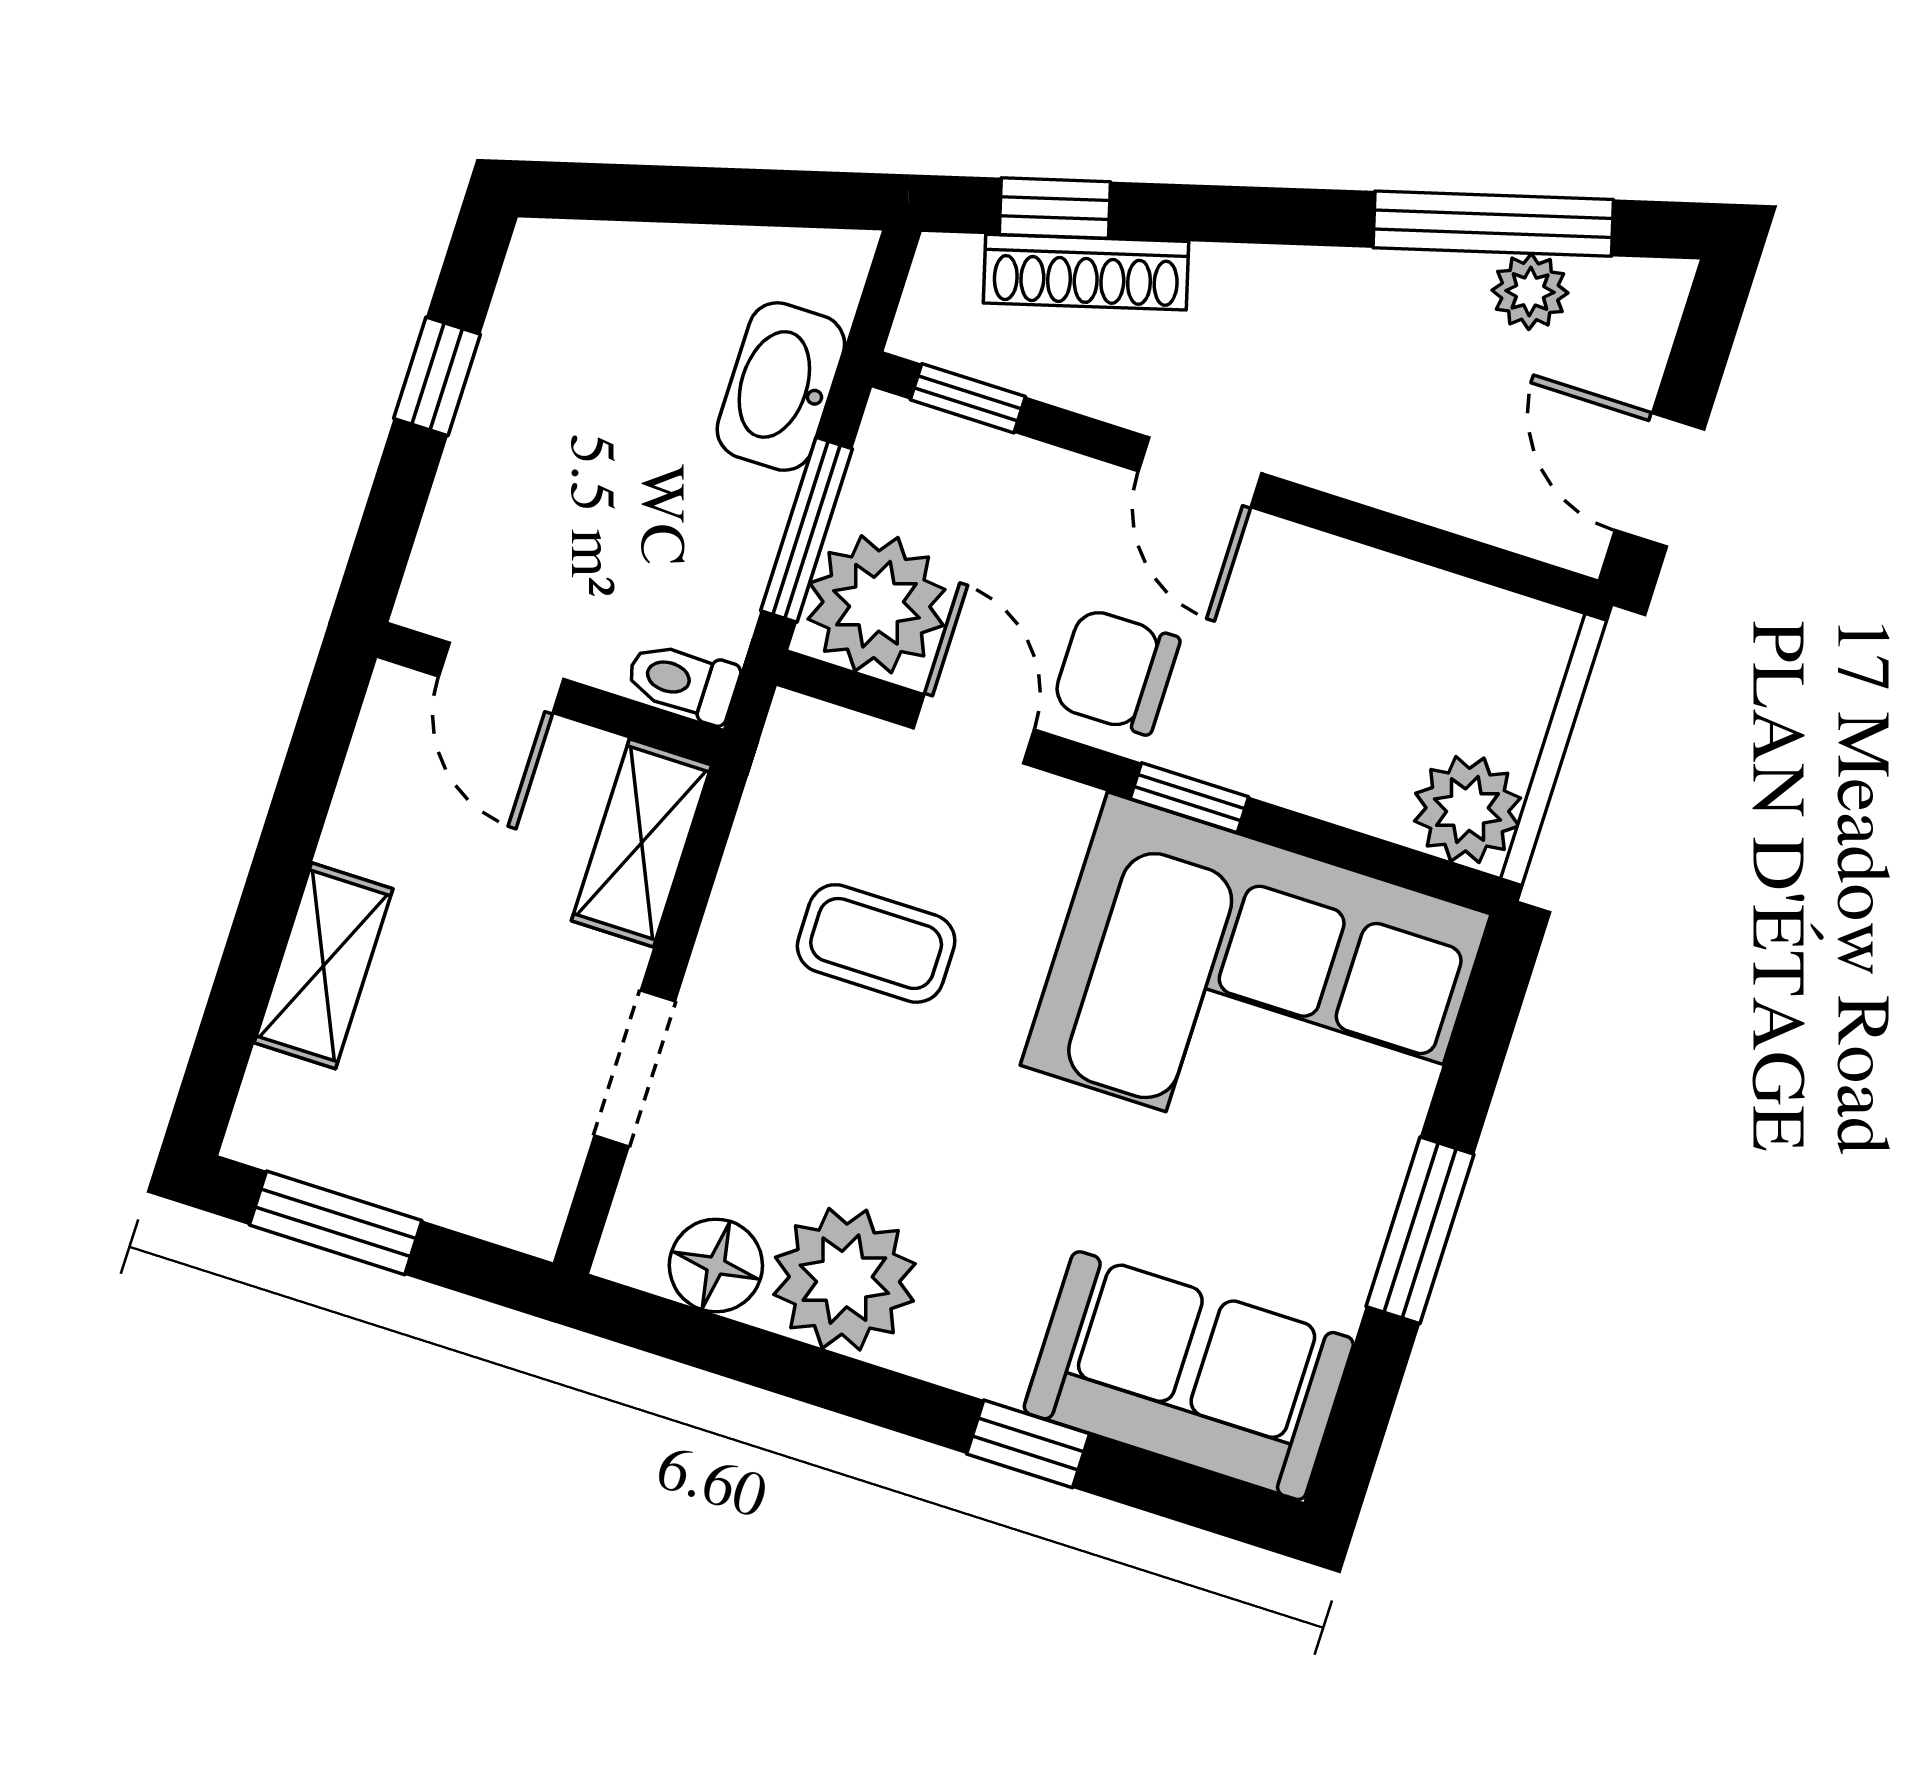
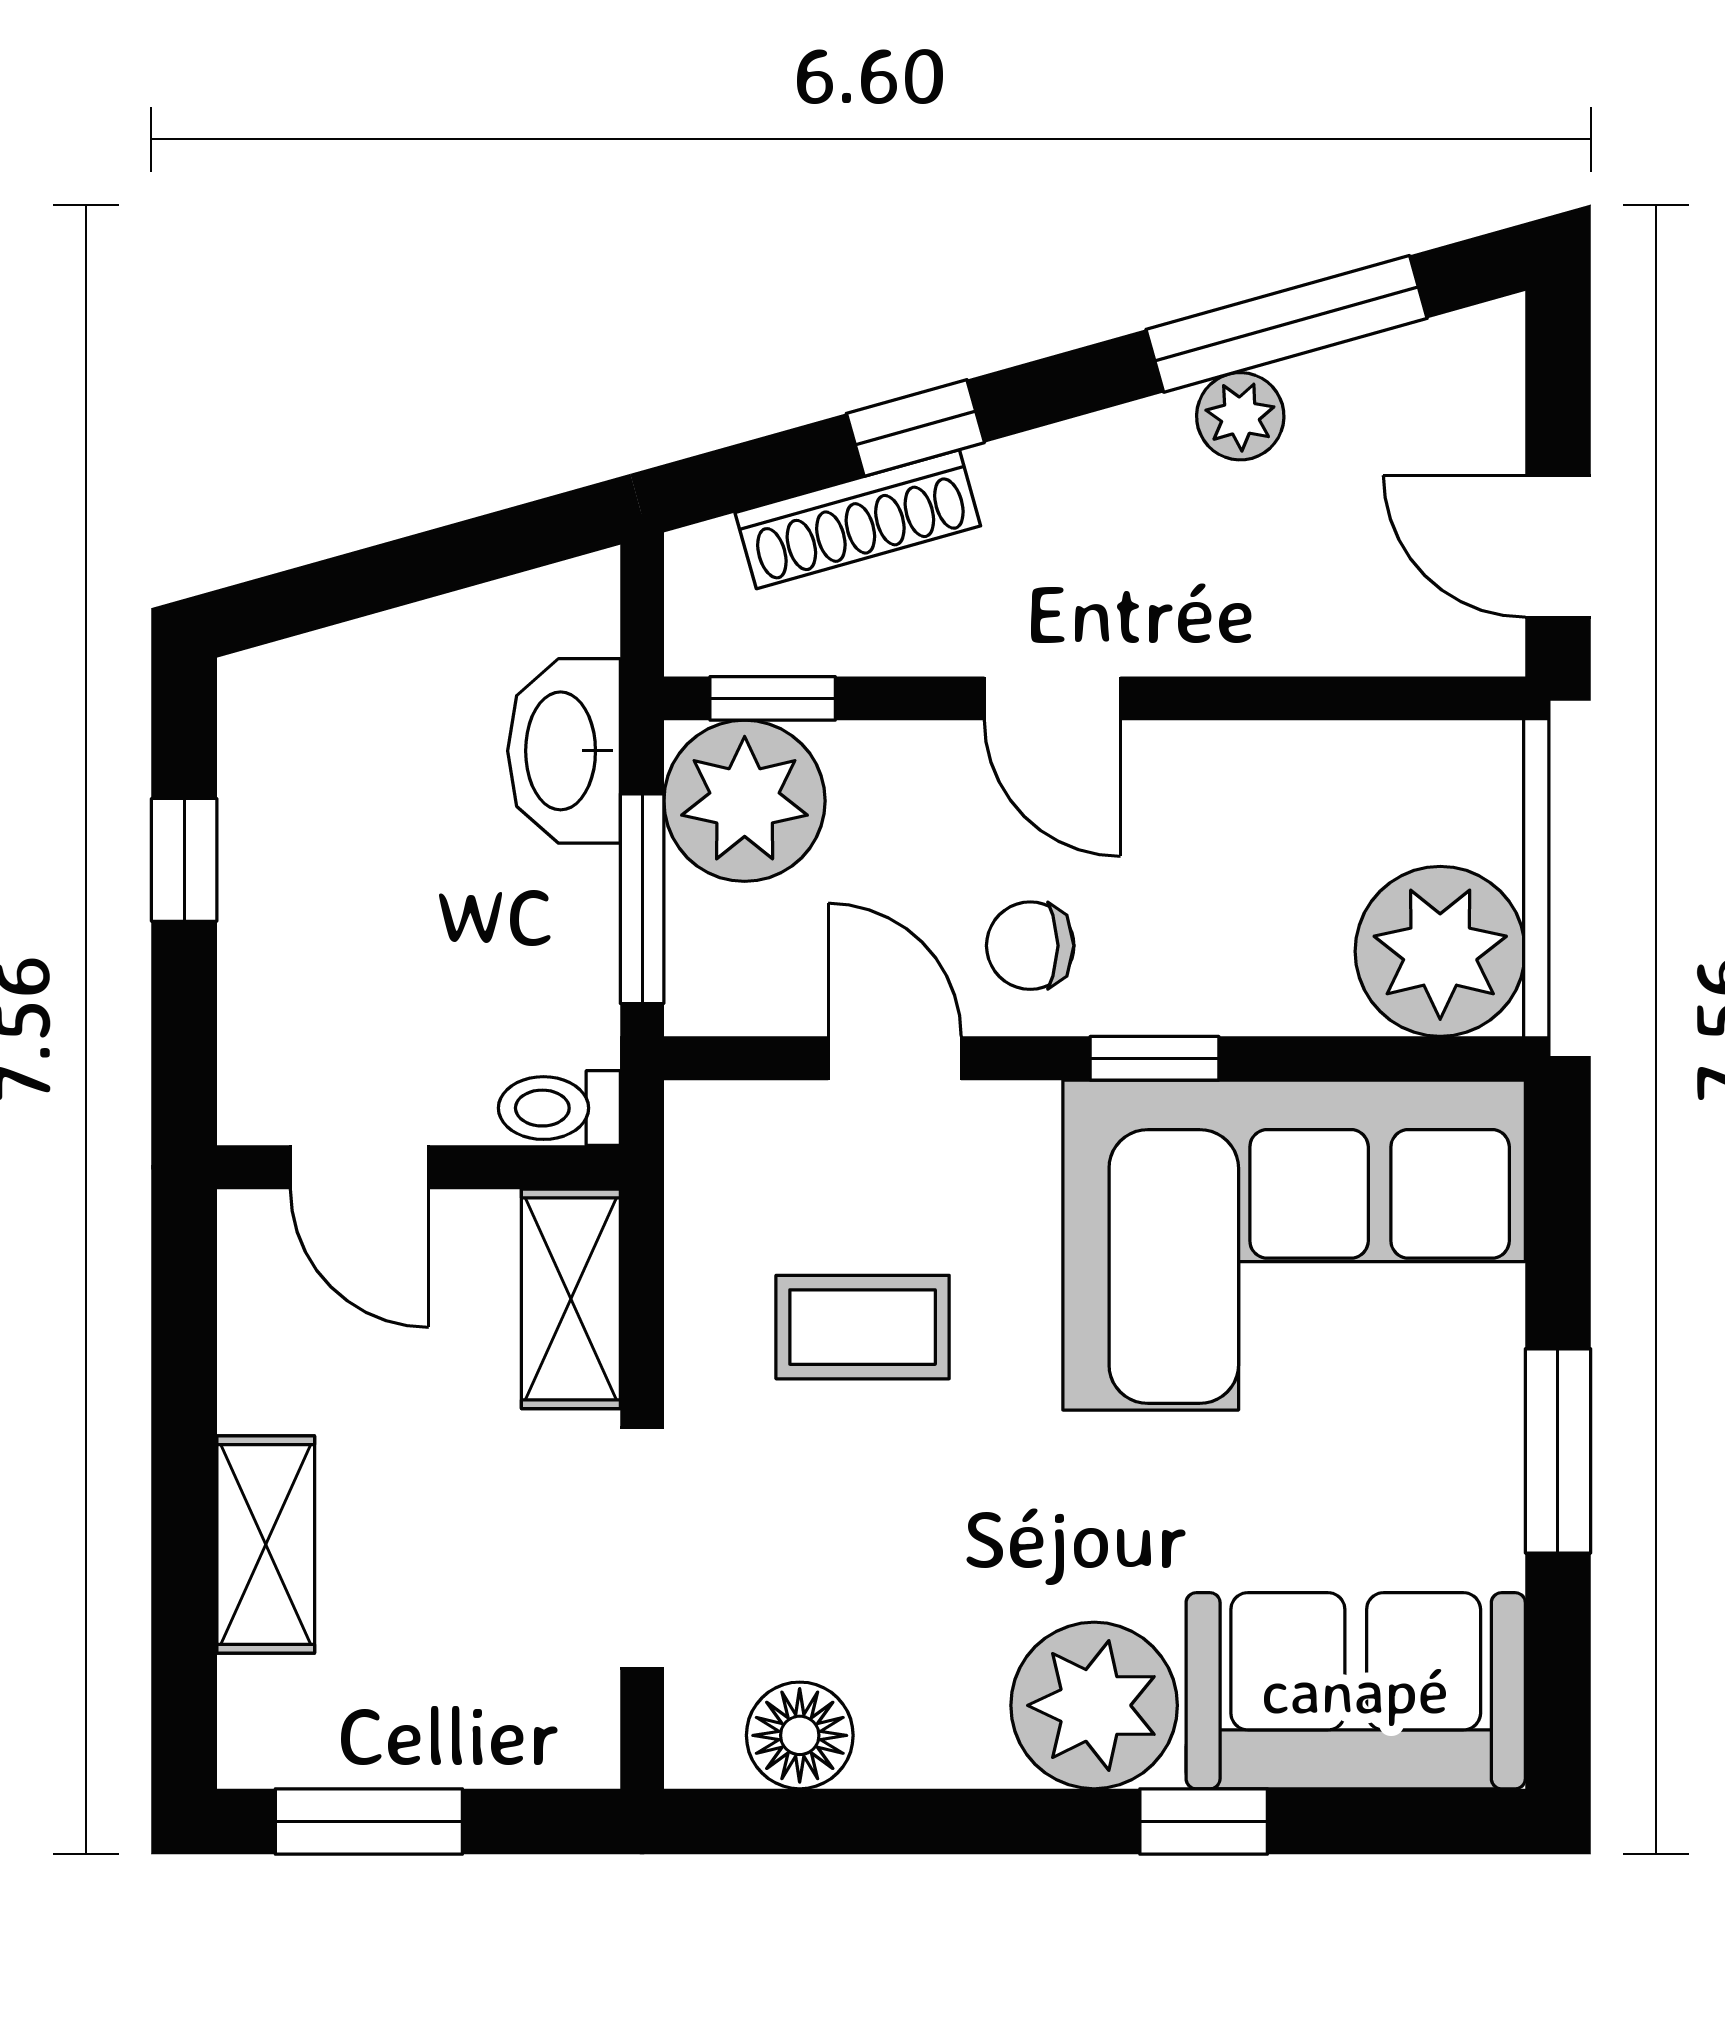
window: (1055, 208) -> (915, 428), moved
plant: (1530, 292) -> (1240, 416), moved
plant: (876, 604) -> (745, 801), moved
chair: (1116, 671) -> (1030, 946), width x0.73, depth x0.73
plant: (1467, 810) -> (1440, 951), width x1.36, depth x1.36
doorway: (635, 1068) -> (642, 1548), width x1.38
plant: (844, 1279) -> (1094, 1705), moved

